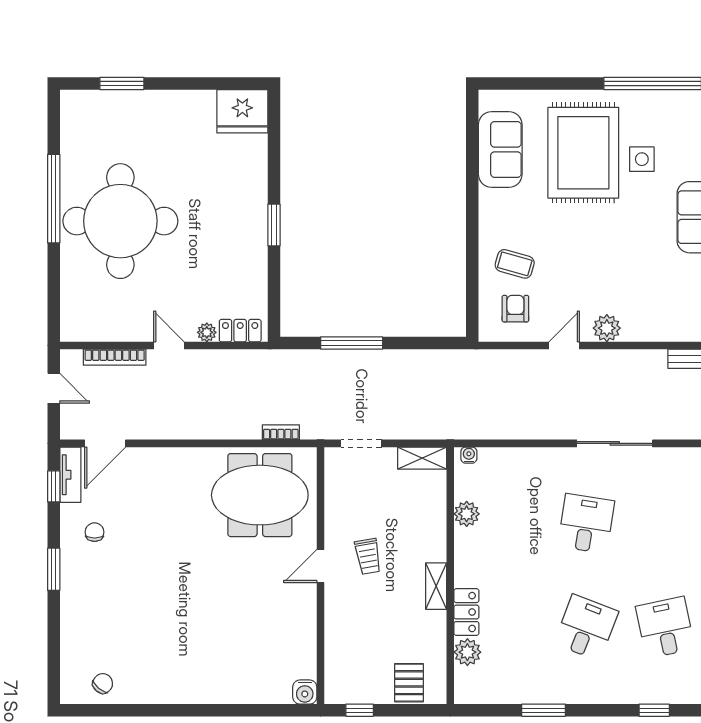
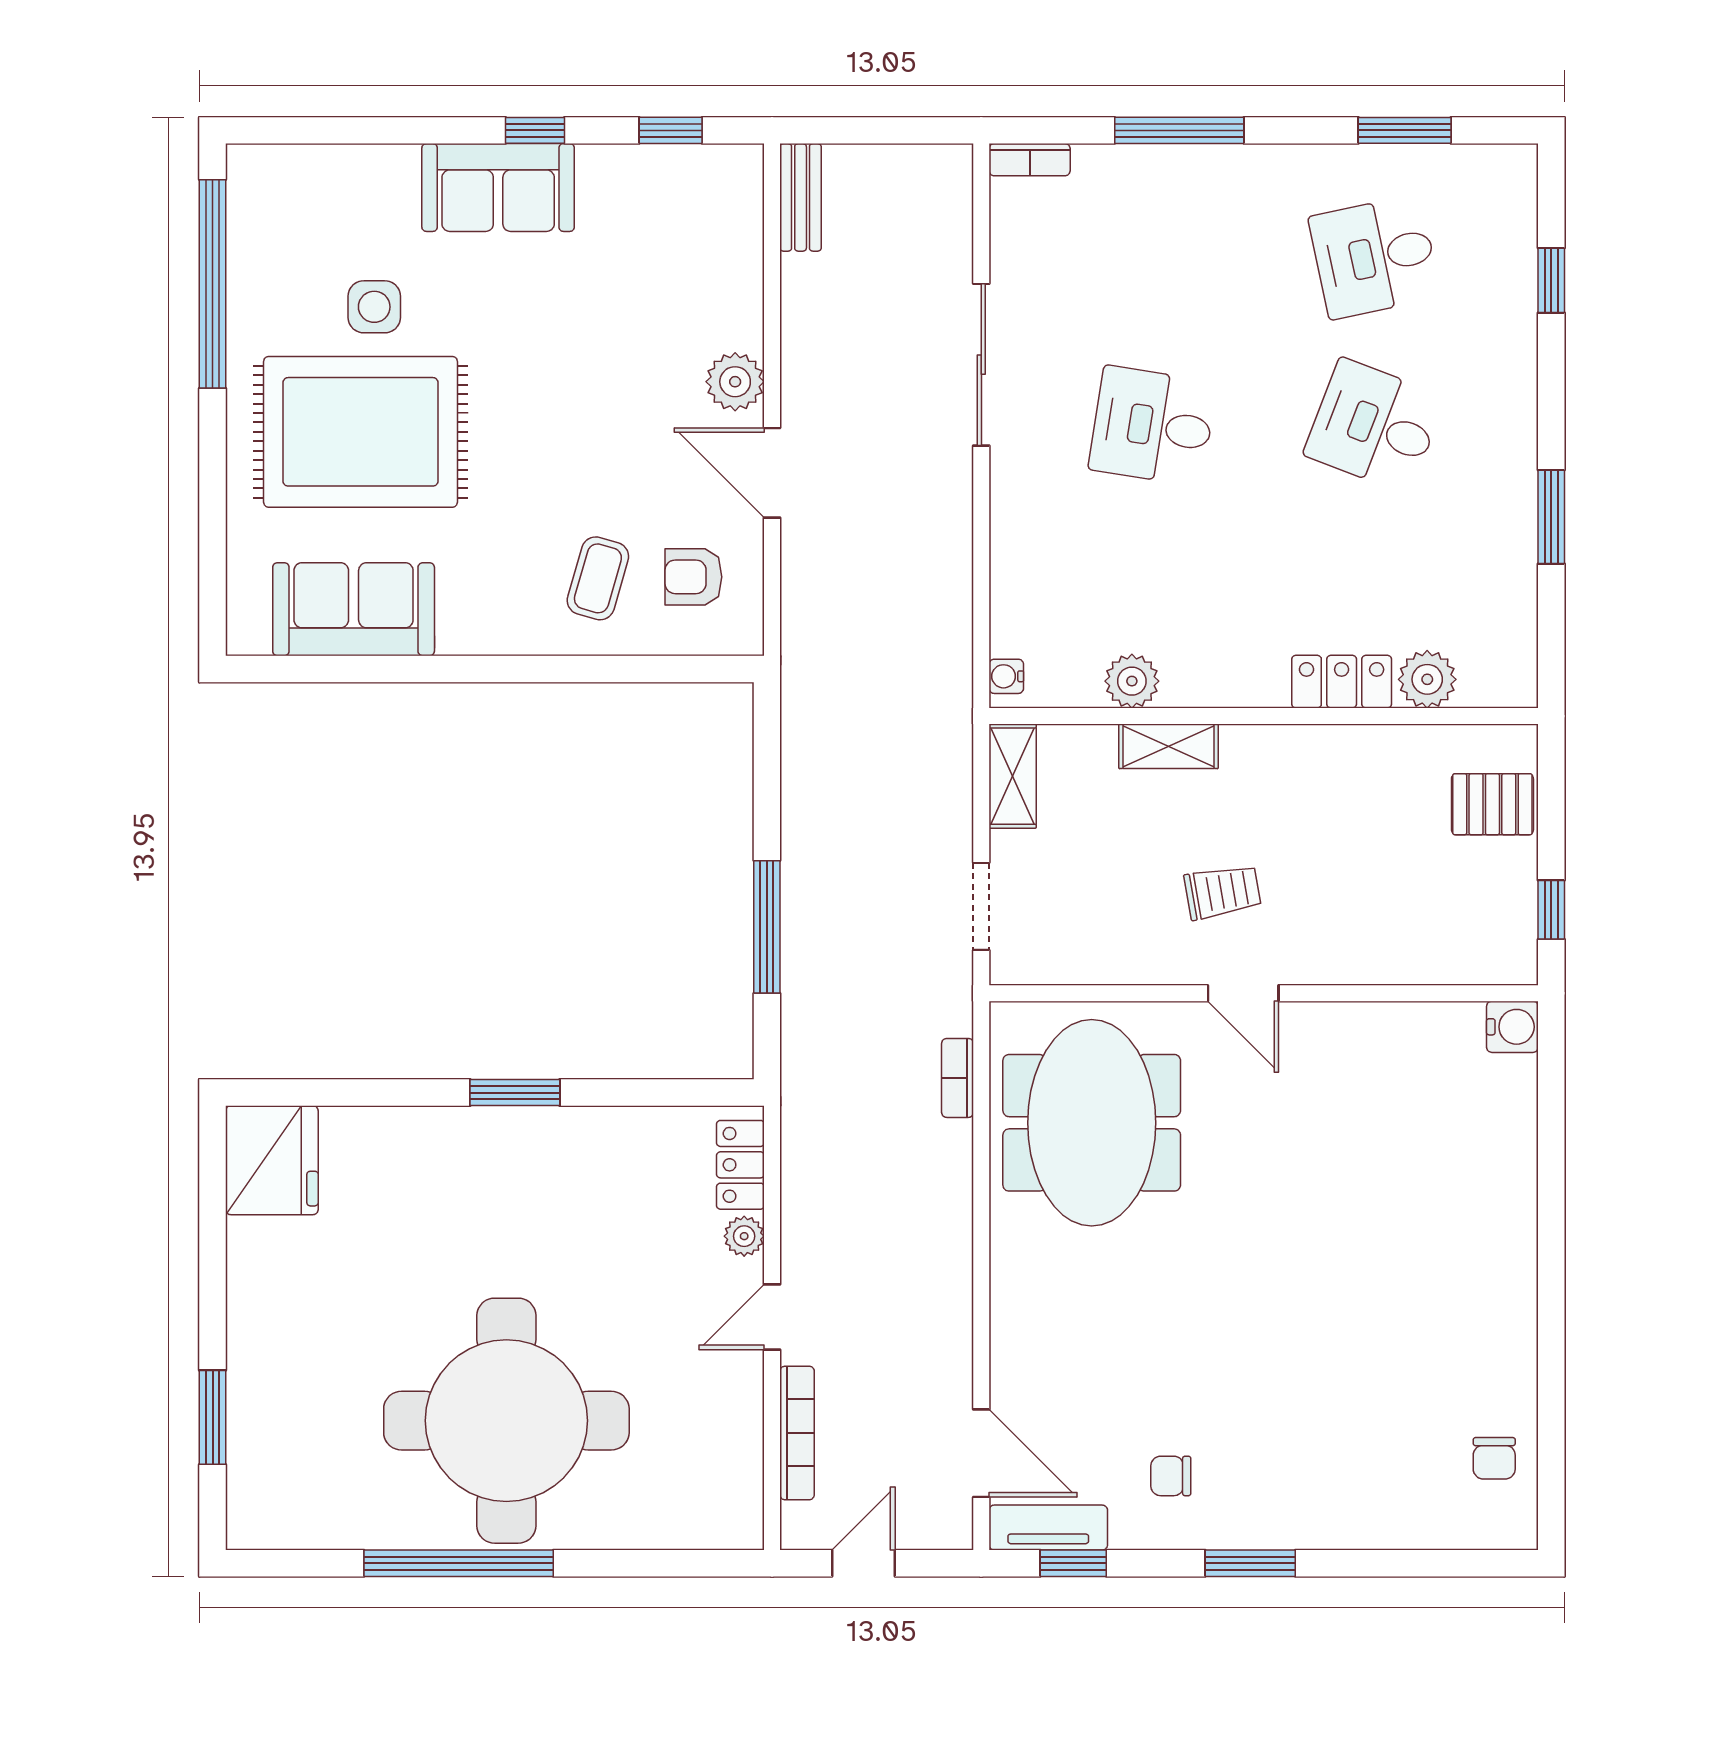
door: (564, 345) -> (772, 473), width x1.38
shelving: (436, 586) -> (1169, 746), moved
chair: (103, 683) -> (1494, 1458), turned -130

